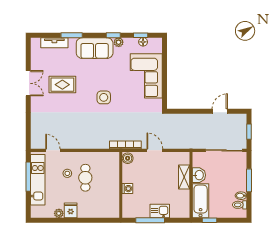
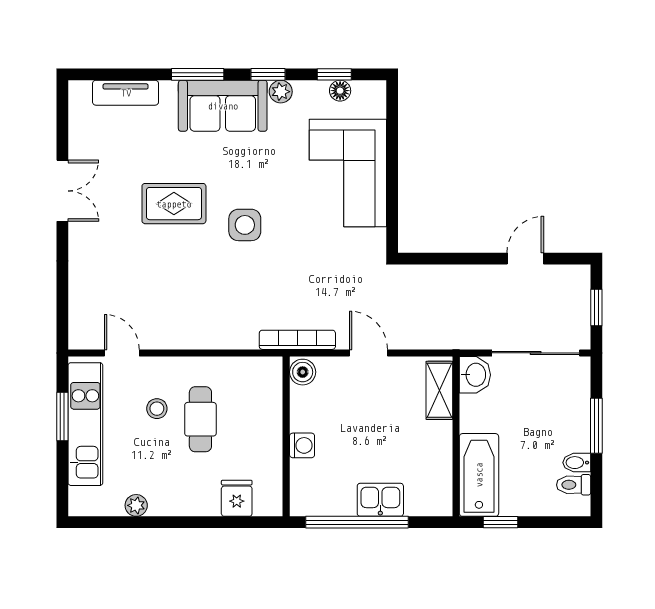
window: (72, 35) -> (198, 74), moved
rug: (62, 85) -> (174, 204), moved
washbasin: (199, 175) -> (475, 375), moved
window: (28, 177) -> (62, 416), width x0.69
shelving: (184, 177) -> (439, 390), moved
fridge: (71, 210) -> (237, 498), moved
window: (150, 220) -> (357, 522), width x1.46

